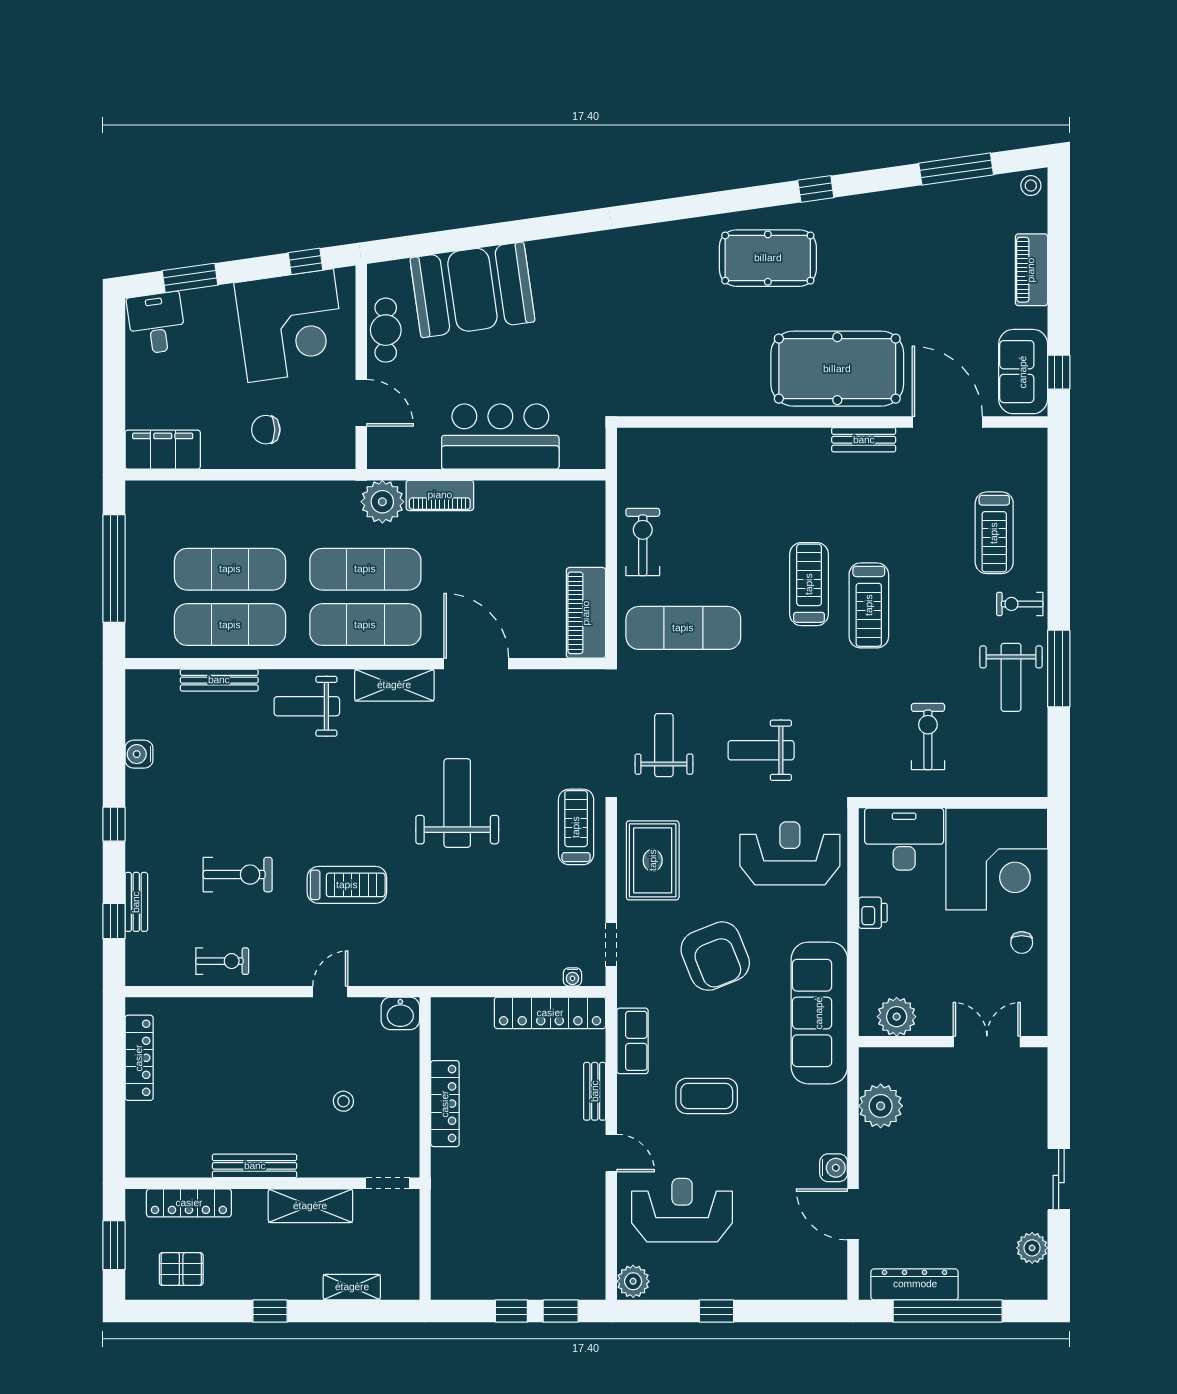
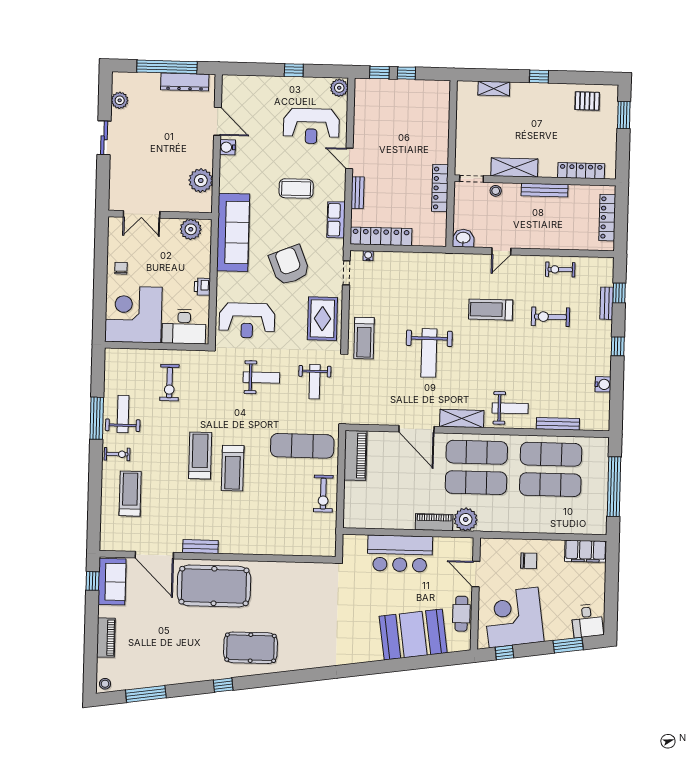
bench: (255, 1166) -> (545, 190), moved
wall: (272, 1183) -> (535, 180), moved
doorway: (388, 1183) -> (472, 179), moved
locker: (189, 1203) -> (581, 171), moved
shelving: (310, 1206) -> (514, 167), moved

